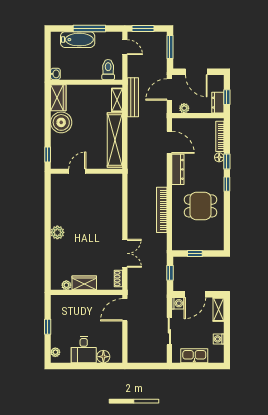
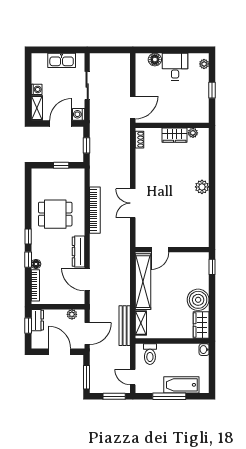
door: (77, 171) -> (160, 250), moved
double door: (125, 253) -> (133, 203), moved
washing machine: (219, 339) -> (37, 89), moved

